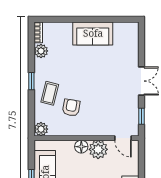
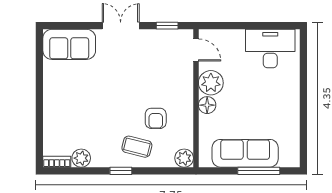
sofa: (93, 33) -> (69, 44), moved, turned 90
armchair: (71, 108) -> (156, 118), turned -100
door: (123, 138) -> (196, 50), hinge flipped

